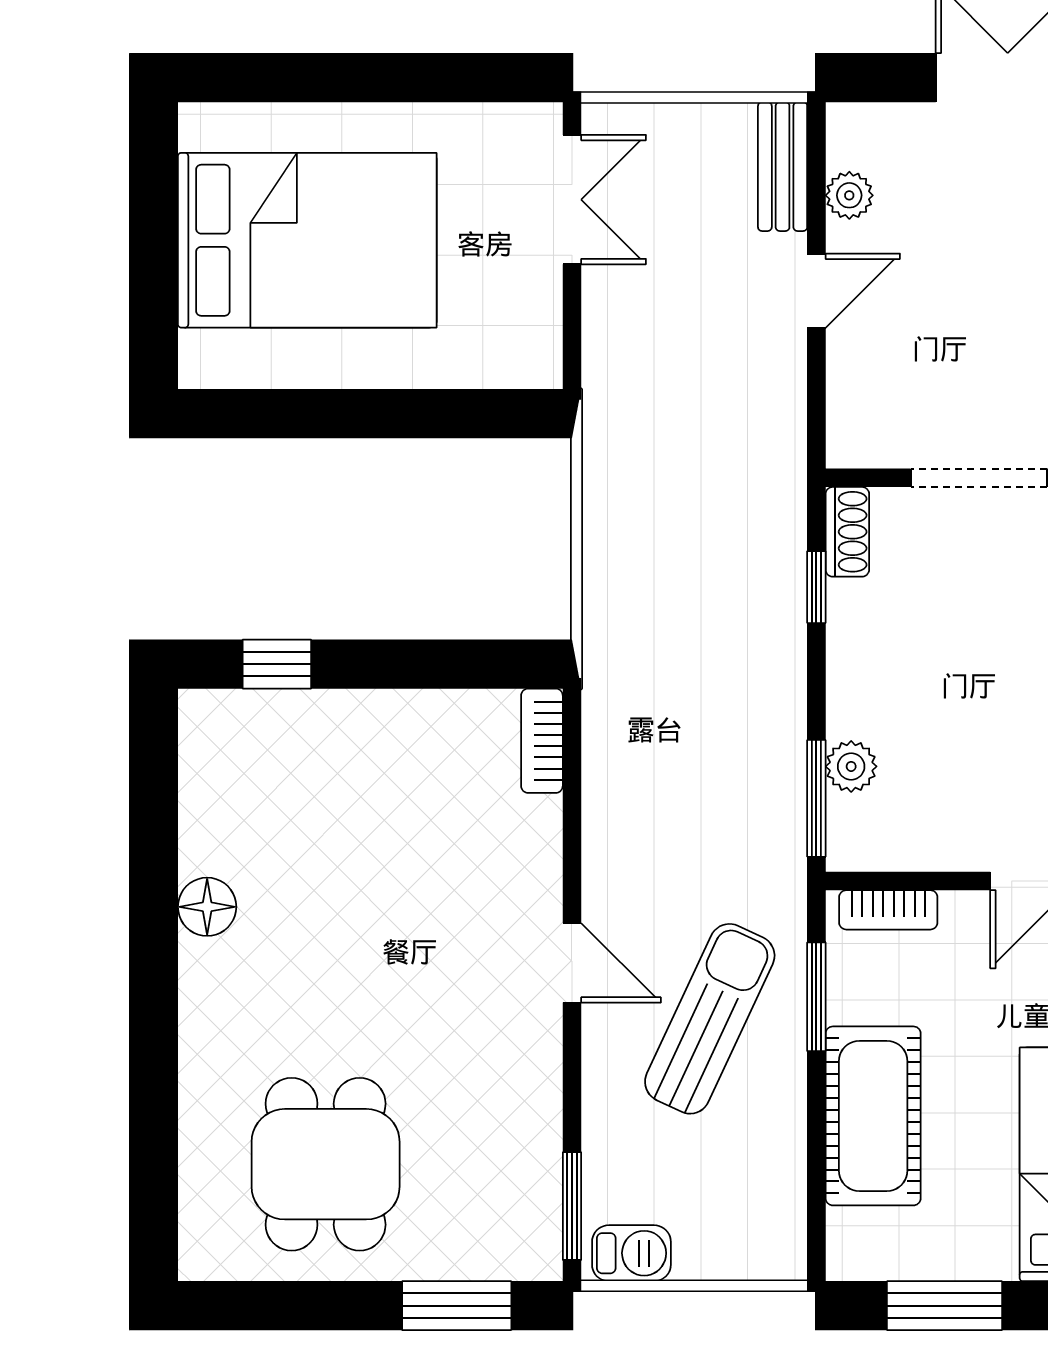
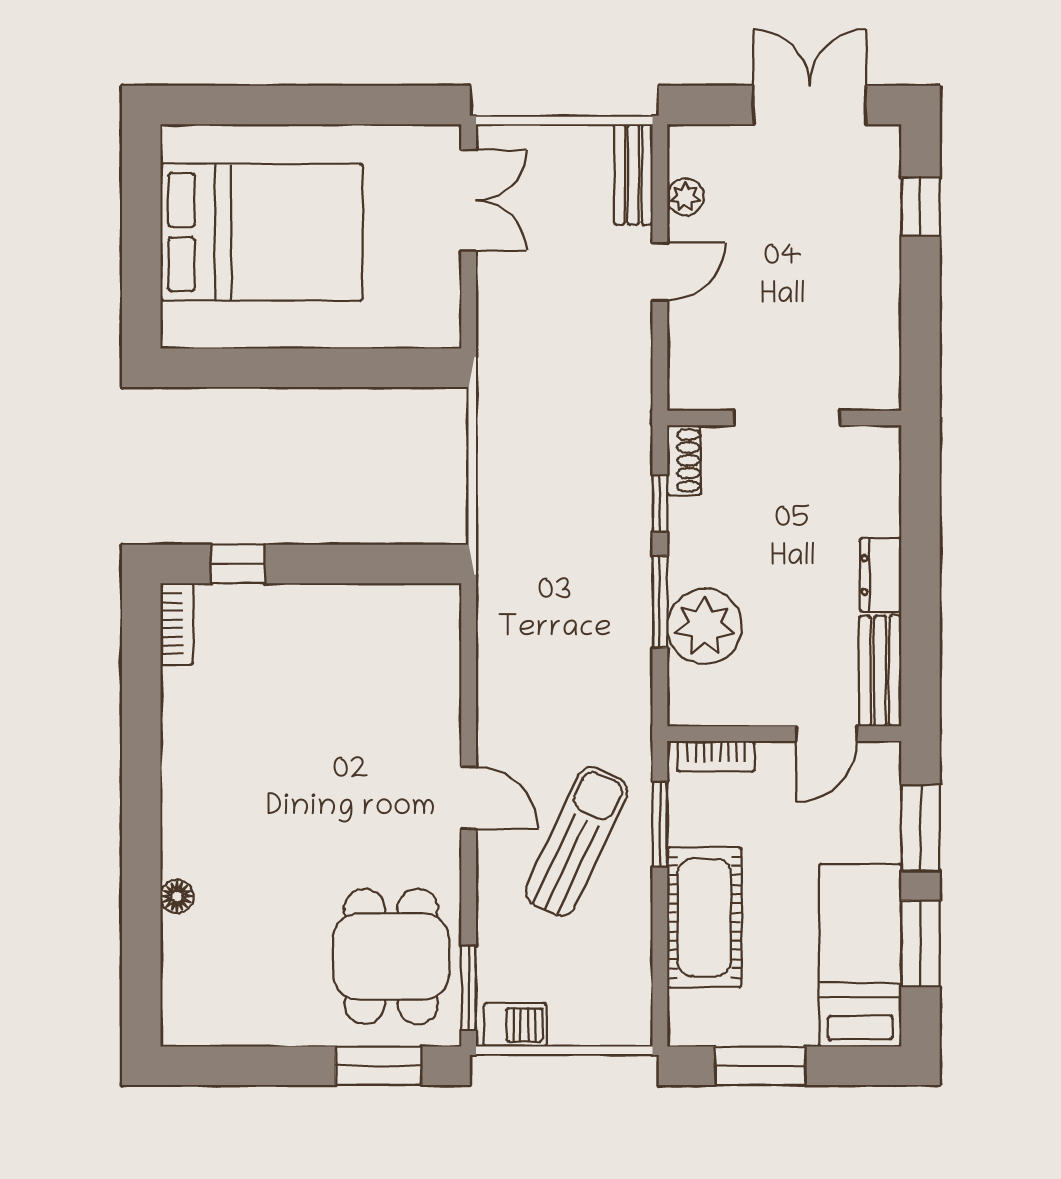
bookcase: (542, 741) -> (177, 624), moved, turned 180
plant: (851, 766) -> (705, 626), width x1.88, depth x1.88
window: (816, 798) -> (660, 602), moved
floor lamp: (207, 907) -> (177, 896), moved, width x0.73, depth x0.73
dining table: (326, 1164) -> (391, 956), moved

